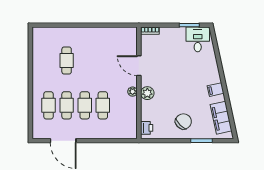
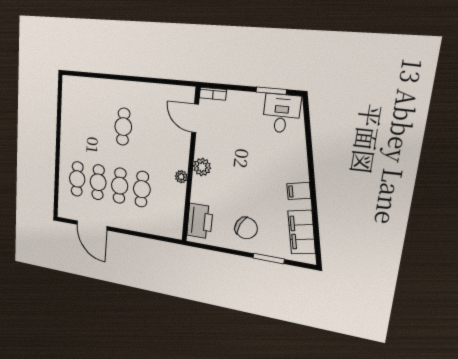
cafe table: (67, 60) -> (123, 127), moved
door: (139, 66) -> (195, 118), moved
plant: (147, 93) -> (202, 167), moved
chair: (183, 121) -> (246, 228), turned 70
printer: (147, 128) -> (200, 221), width x1.87, depth x1.48

